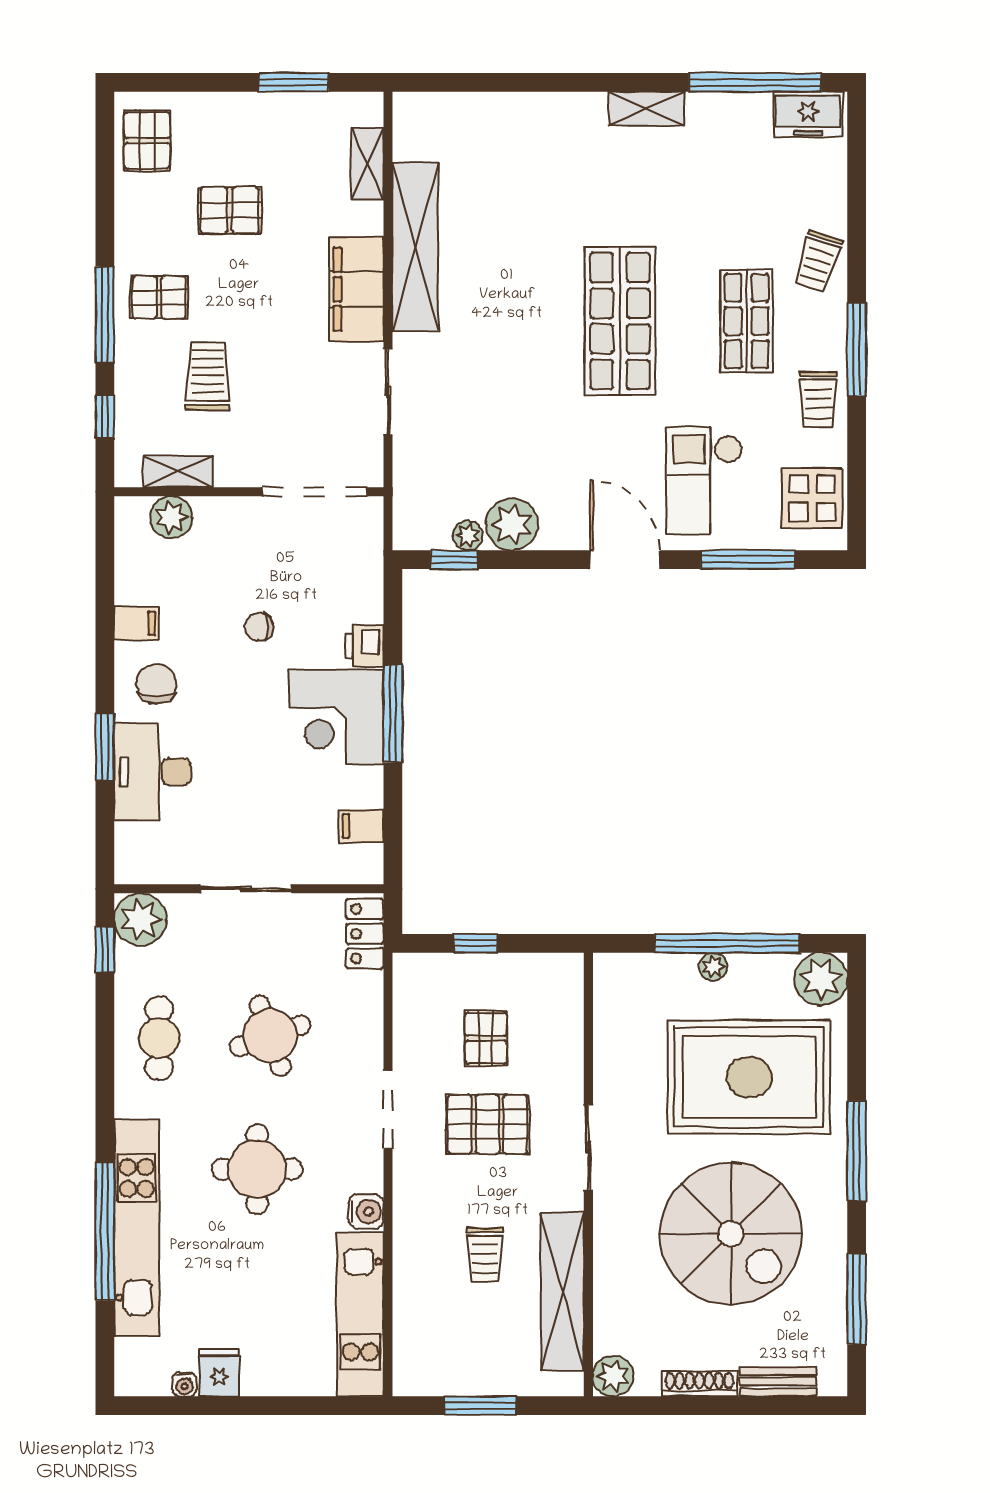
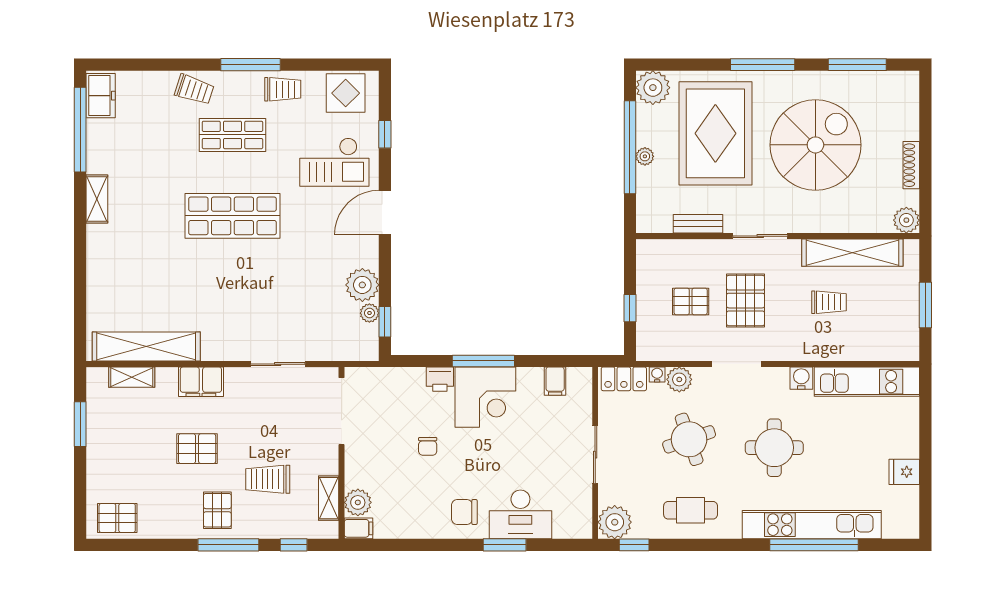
pallet: (230, 210) -> (197, 449), moved, turned 90
shelving: (415, 247) -> (146, 346), moved
filing cabinet: (356, 289) -> (201, 382), width x0.67, depth x0.86
window: (748, 560) -> (385, 134), width x0.46
filing cabinet: (136, 623) -> (358, 528), moved, turned 90
plant: (364, 1020) -> (679, 379), added
bench: (778, 1382) -> (698, 224), moved, turned 90
water cooler: (184, 1384) -> (657, 375), moved, turned -90

